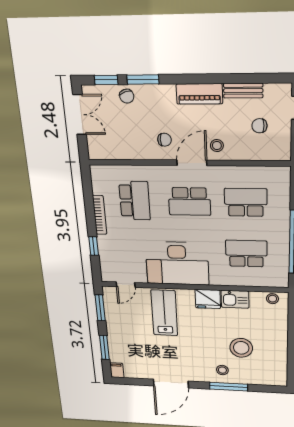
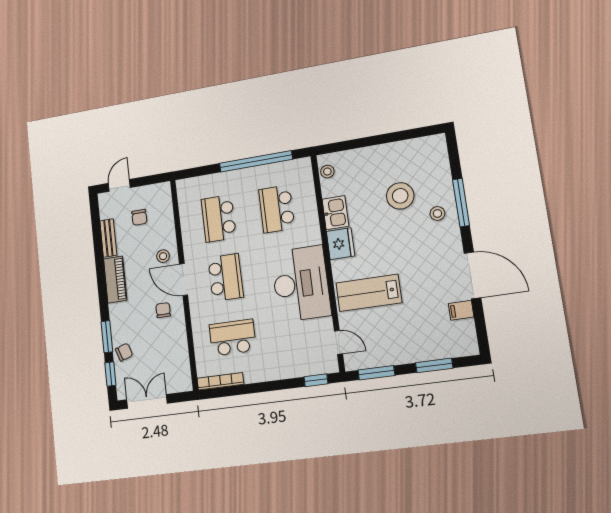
bookcase: (100, 215) -> (220, 381), moved
window: (94, 246) -> (316, 380), moved
filing cabinet: (117, 370) -> (461, 310), moved

